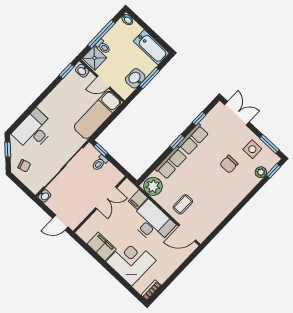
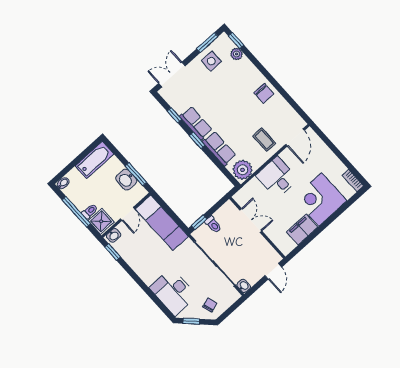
window: (150, 78) -> (136, 174), moved
chair: (229, 164) -> (264, 93), moved
filing cabinet: (138, 199) -> (255, 187), removed
desk: (152, 223) -> (277, 177), width x0.73

